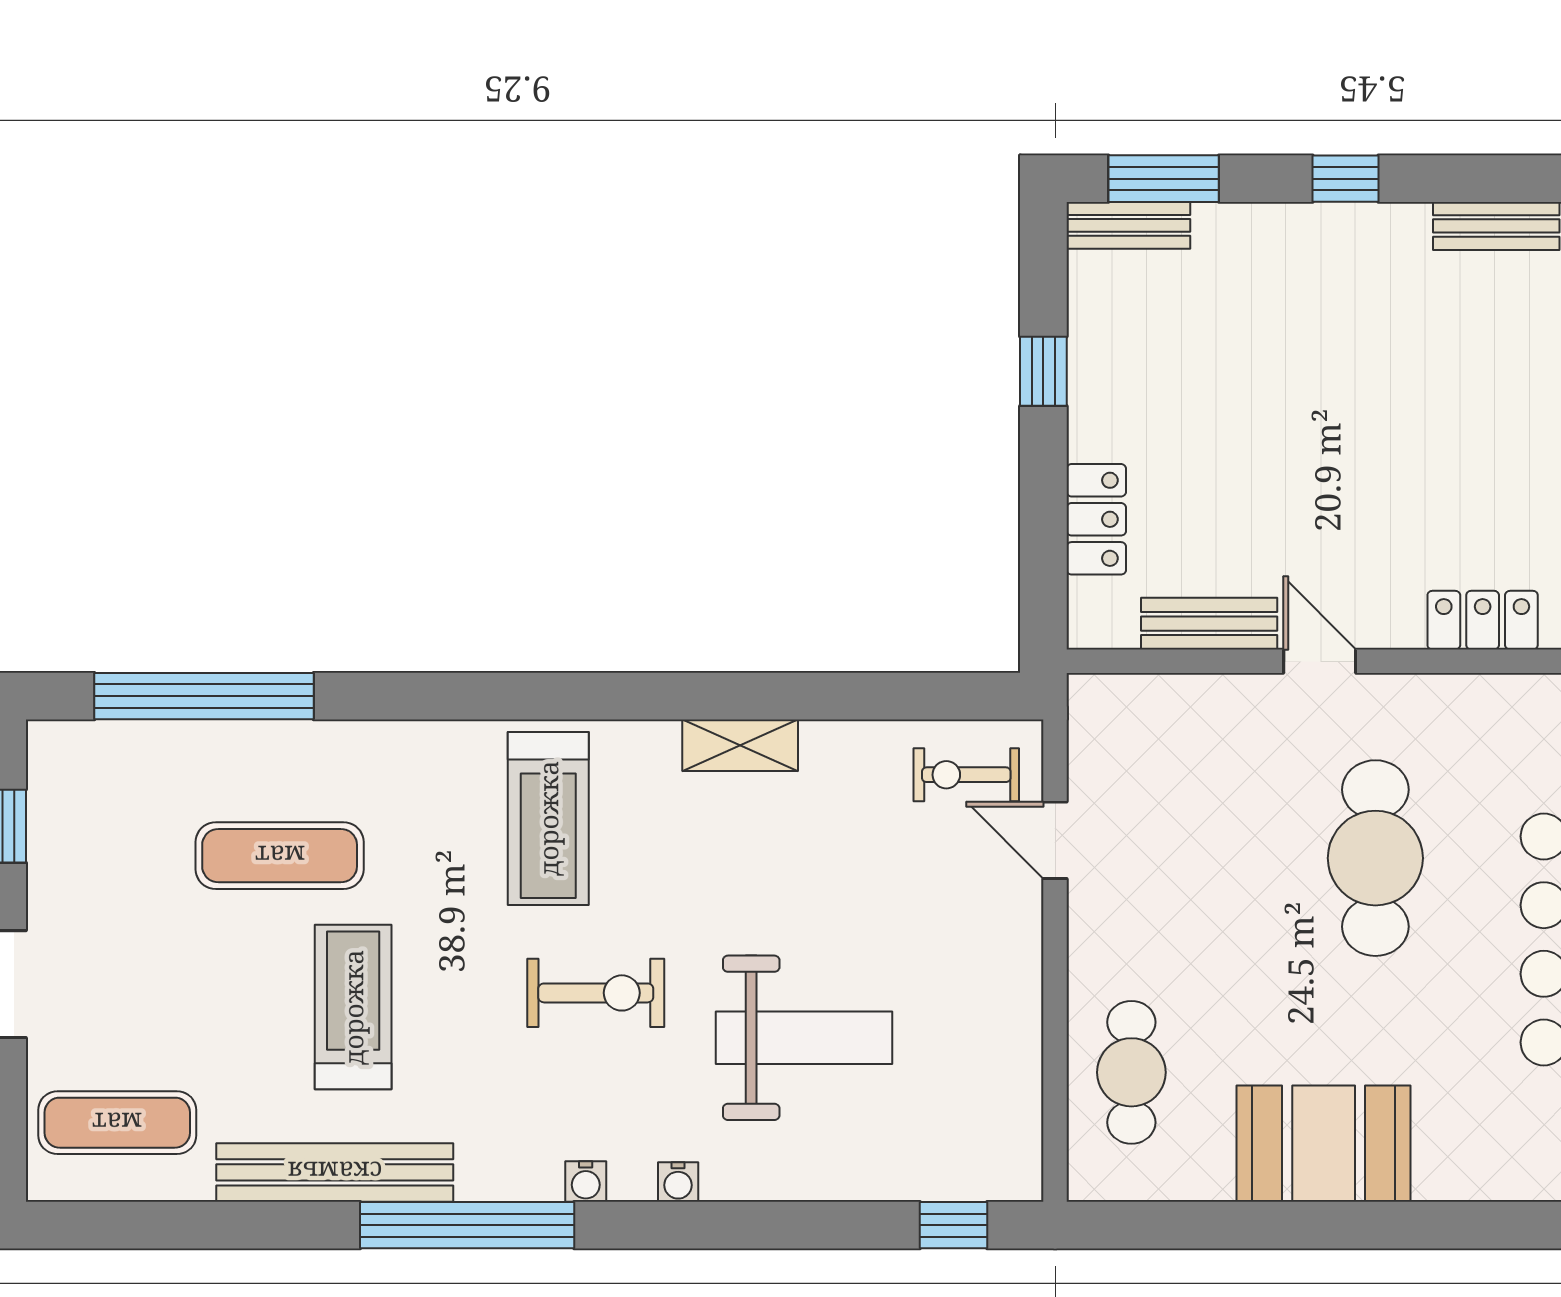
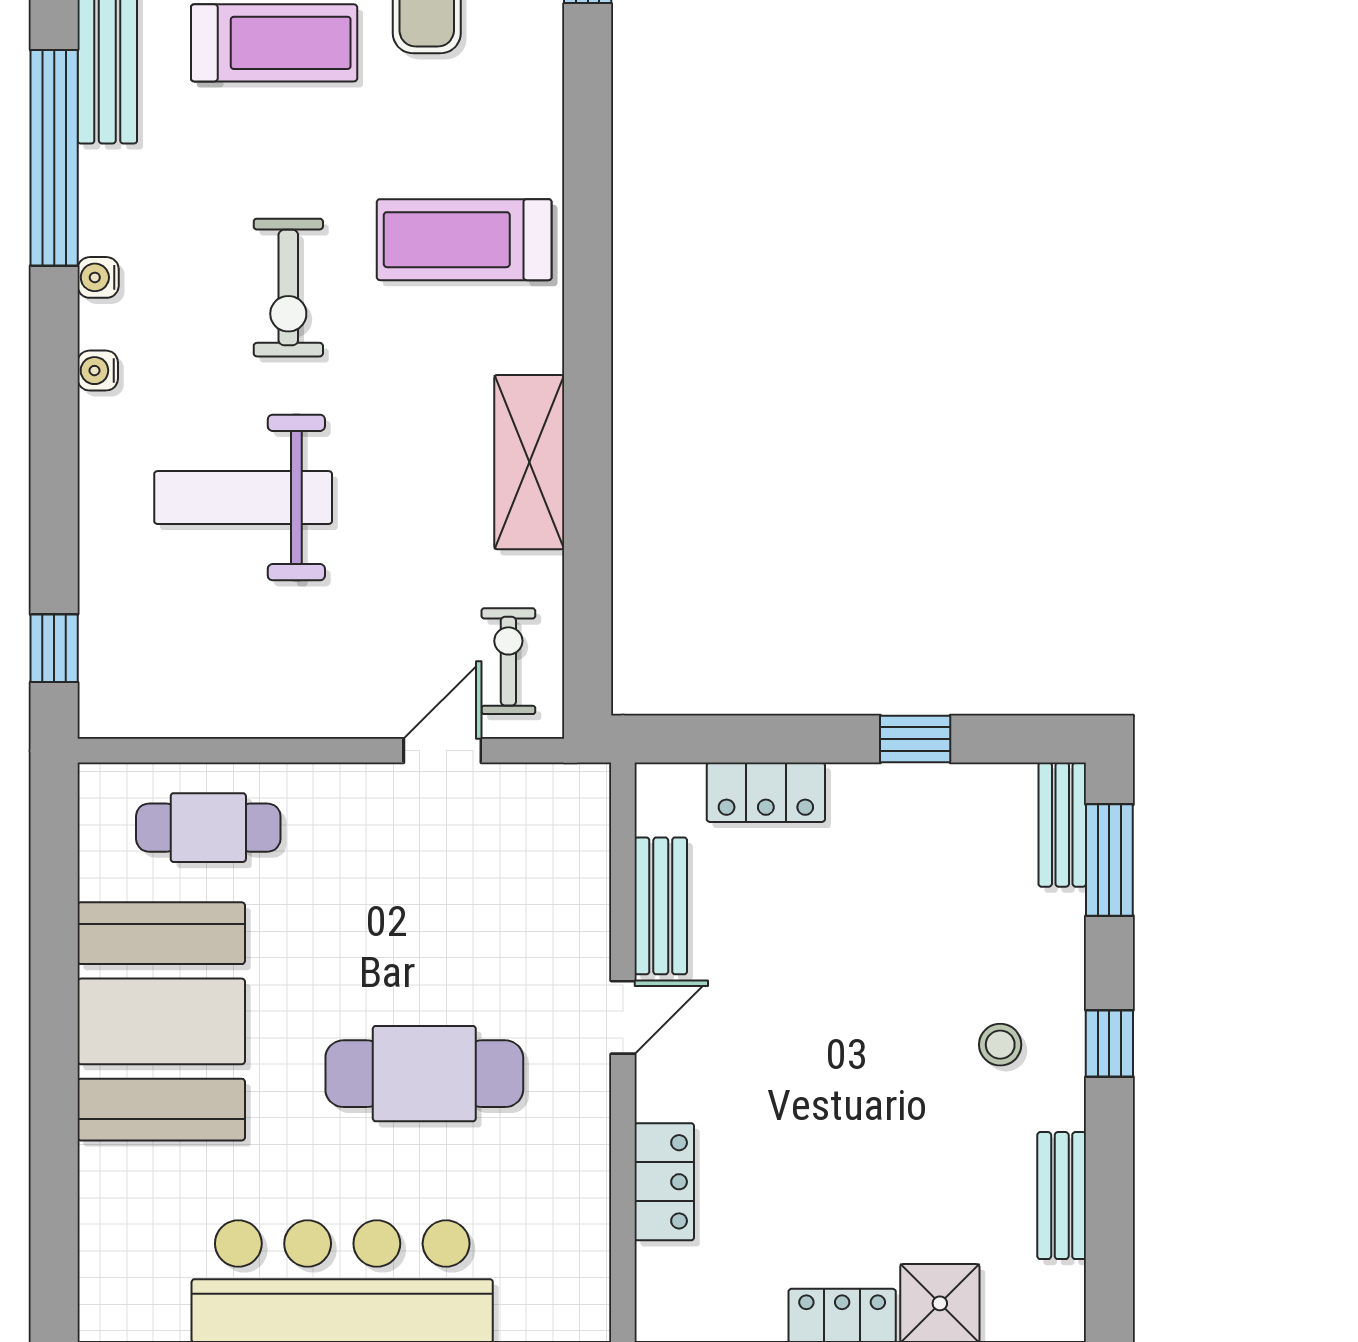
stool: (1347, 287) -> (1000, 1045), added
shelving: (740, 745) -> (529, 462), width x1.50, depth x1.33
weight bench: (804, 1038) -> (243, 498), turned 90
booth: (1324, 1144) -> (161, 1021), width x1.36, depth x1.42

